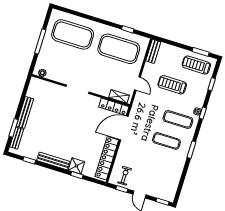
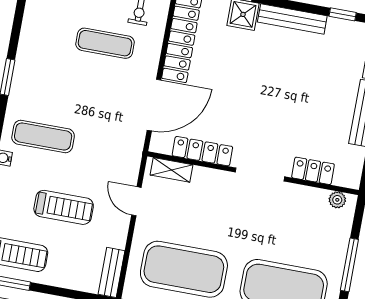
locker: (52, 88) -> (313, 171), added
locker: (114, 107) -> (202, 151), moved
exercise mat: (166, 141) -> (105, 43), moved

